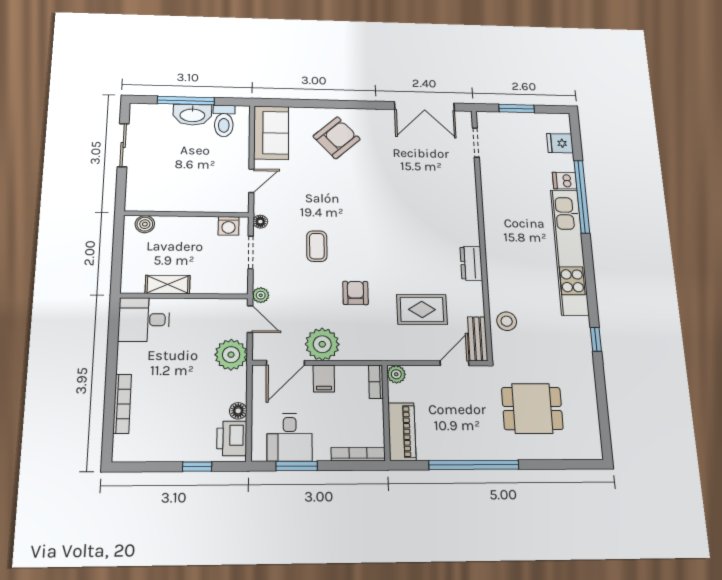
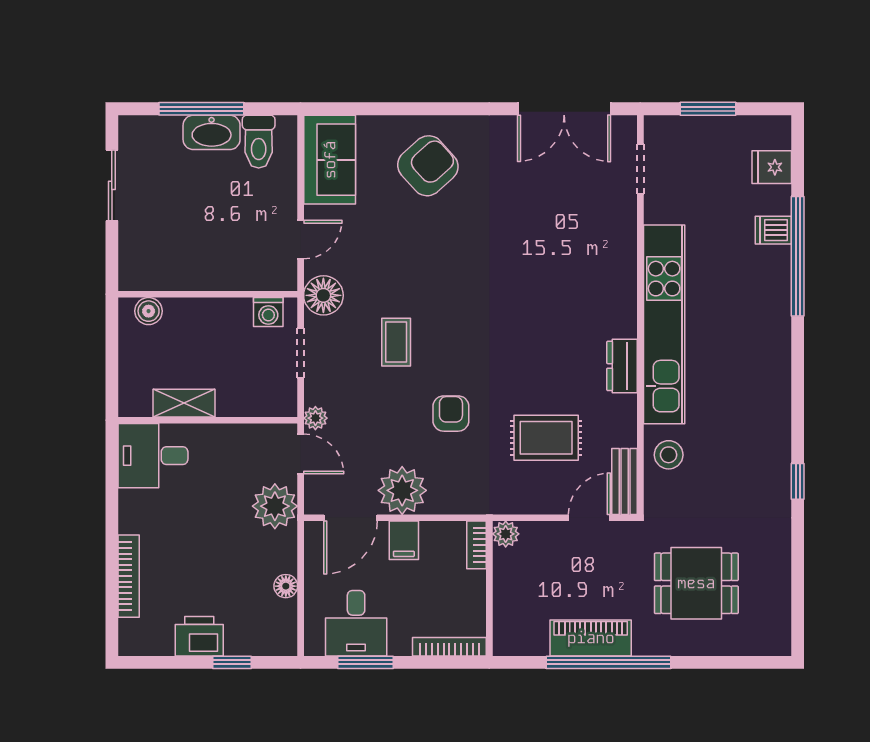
floor lamp: (260, 222) -> (323, 295), width x1.89, depth x1.89
kitchen unit: (570, 252) -> (664, 324), moved, turned 180
piano: (402, 432) -> (591, 638), moved, turned -90
printer: (232, 438) -> (199, 636), moved, turned 90

